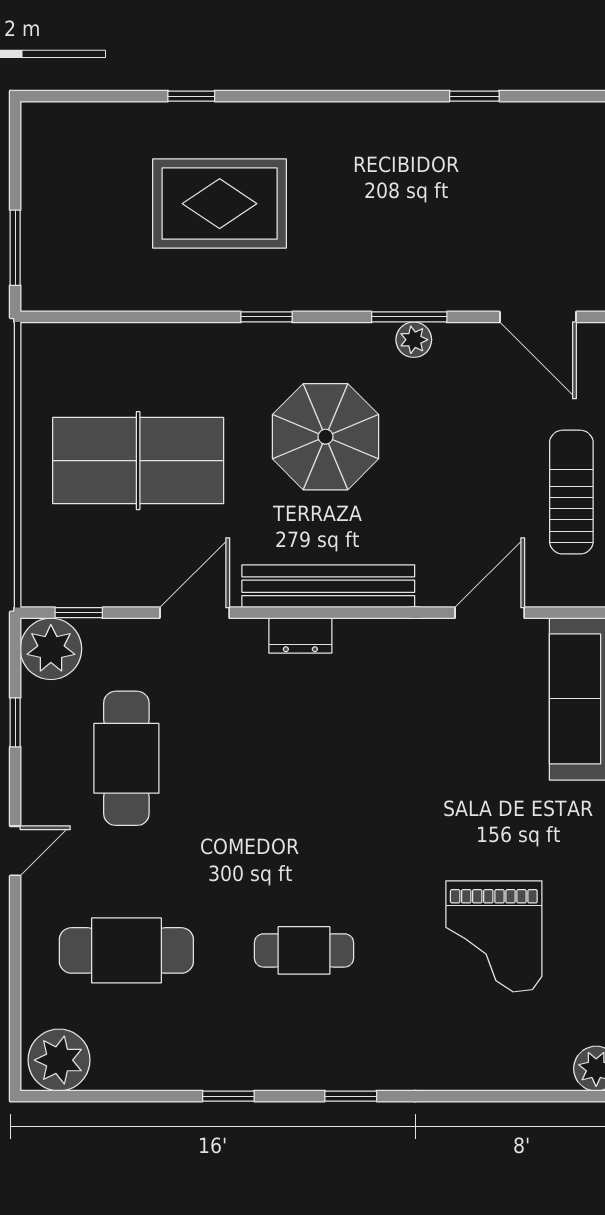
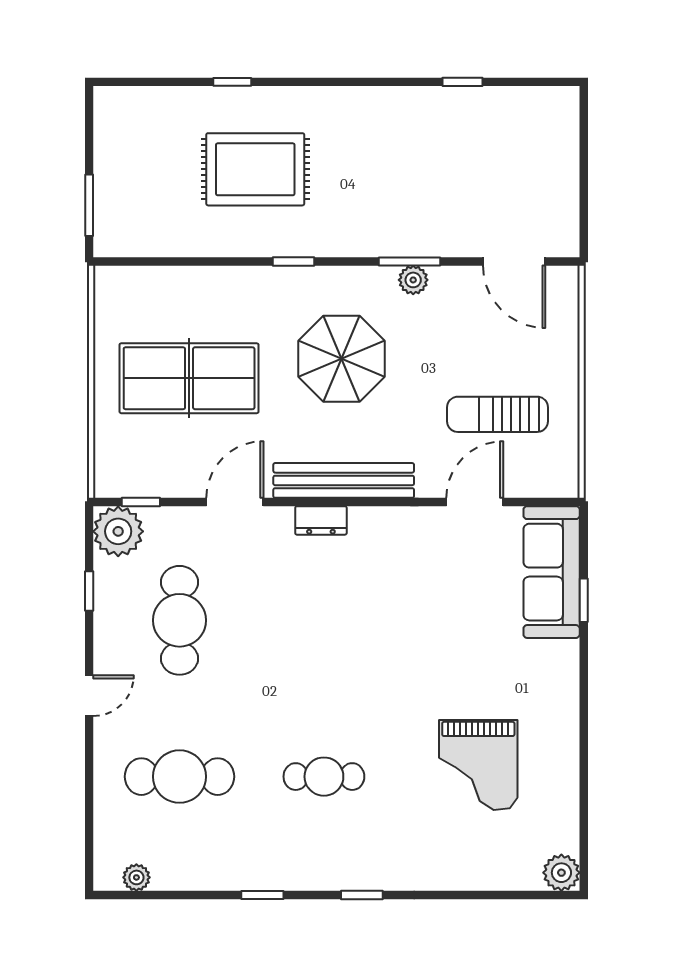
sun lounger: (571, 492) -> (498, 414), moved, turned -90
plant: (59, 1060) -> (136, 877), width x0.53, depth x0.53

